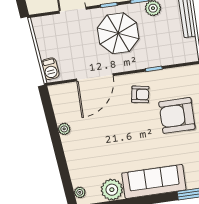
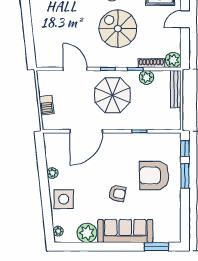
barbecue: (50, 69) -> (46, 105), moved
armchair: (140, 94) -> (117, 193), moved
side table: (81, 156) -> (64, 199), added

